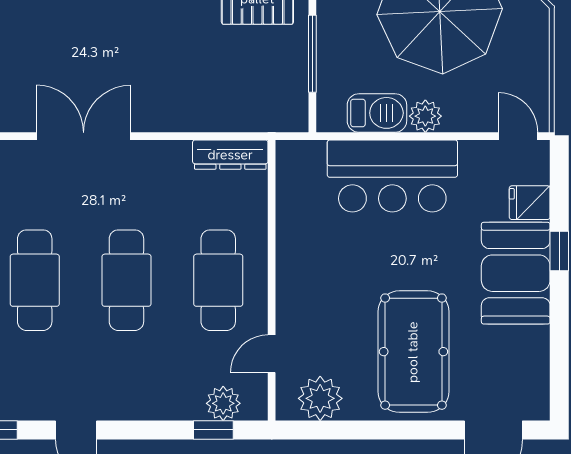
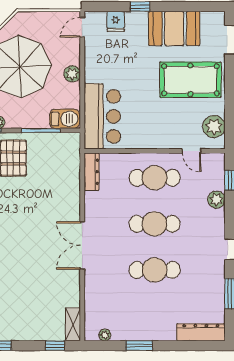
barbecue: (377, 113) -> (65, 119), moved, turned 90
bar counter: (392, 176) -> (102, 116), moved
booth: (516, 273) -> (174, 28), moved
plant: (223, 403) -> (216, 200), moved

